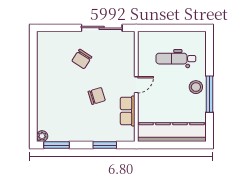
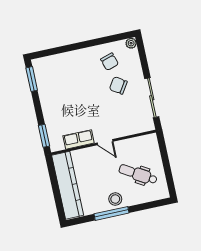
dental chair: (176, 59) -> (138, 174), turned -59
chair: (97, 96) -> (110, 62), moved
plant: (42, 136) -> (131, 43), moved
window: (105, 145) -> (44, 136), moved

